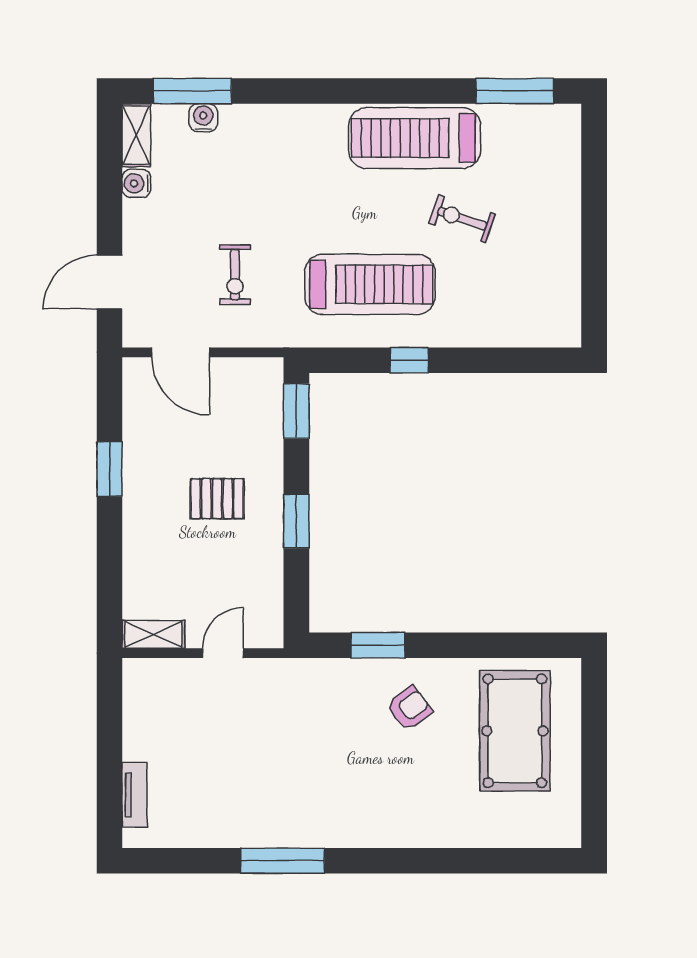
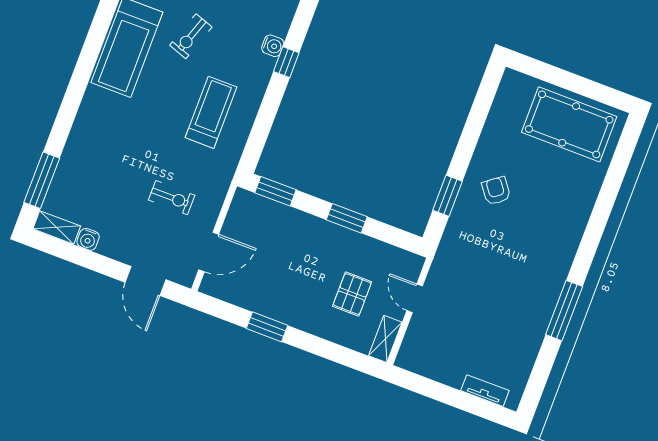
water cooler: (203, 118) -> (273, 46), moved, turned 180
treadmill: (370, 284) -> (211, 112), width x0.73, depth x0.73
window: (409, 360) -> (286, 62), moved
pallet: (217, 499) -> (352, 294), moved
pool table: (515, 731) -> (569, 124), moved

